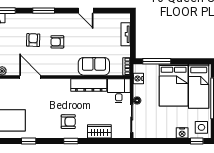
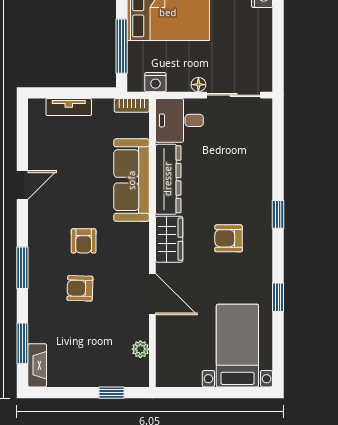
sofa: (94, 66) -> (132, 180), width x1.36
door: (30, 77) -> (152, 294), swing flipped
armchair: (68, 122) -> (229, 238), moved, turned -90
wardrobe: (99, 131) -> (169, 239), moved, turned 180

